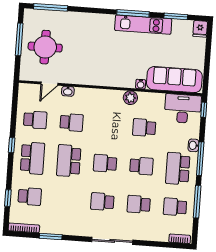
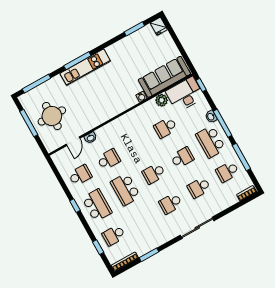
window: (133, 13) -> (77, 61), moved
kitchen unit: (143, 25) -> (85, 67), moved
plant: (130, 98) -> (162, 100), moved
school desk: (30, 196) -> (114, 235), turned 180

